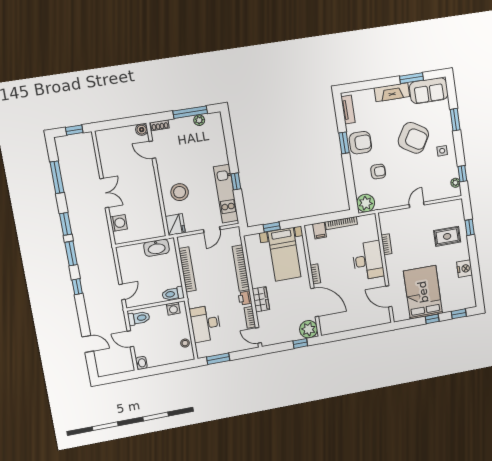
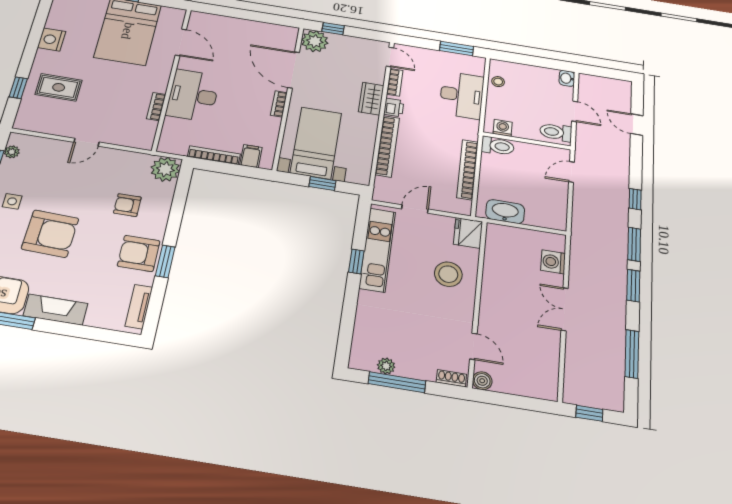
armchair: (413, 138) -> (50, 234), turned 151

